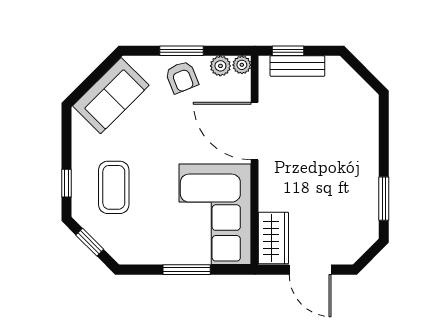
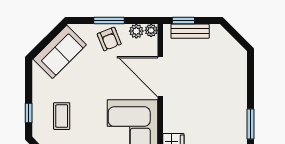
coffee table: (114, 187) -> (62, 116), width x0.73, depth x0.77

